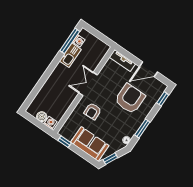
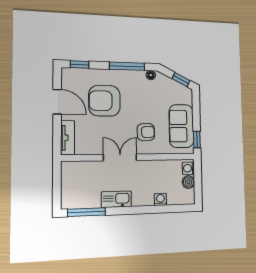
washing machine: (79, 41) -> (160, 199), moved
kitchen sink: (70, 55) -> (116, 199), moved
double door: (88, 84) -> (120, 157), swing flipped
window: (142, 128) -> (127, 66), width x1.44
sofa: (90, 144) -> (181, 126), moved

